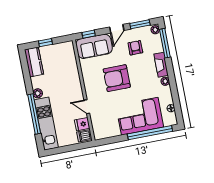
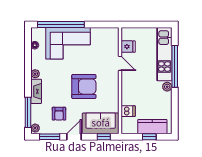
kitchen counter: (34, 62) -> (152, 127), moved, turned 90
dishwasher: (84, 136) -> (128, 111), moved

